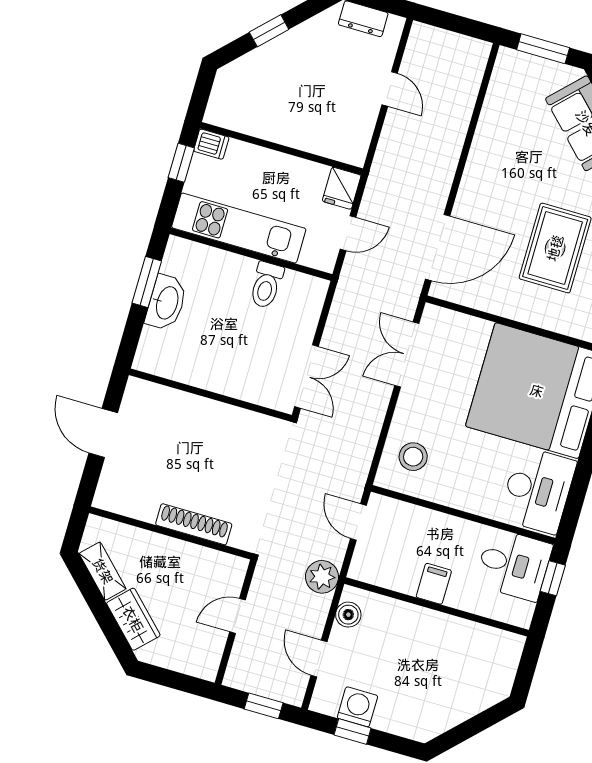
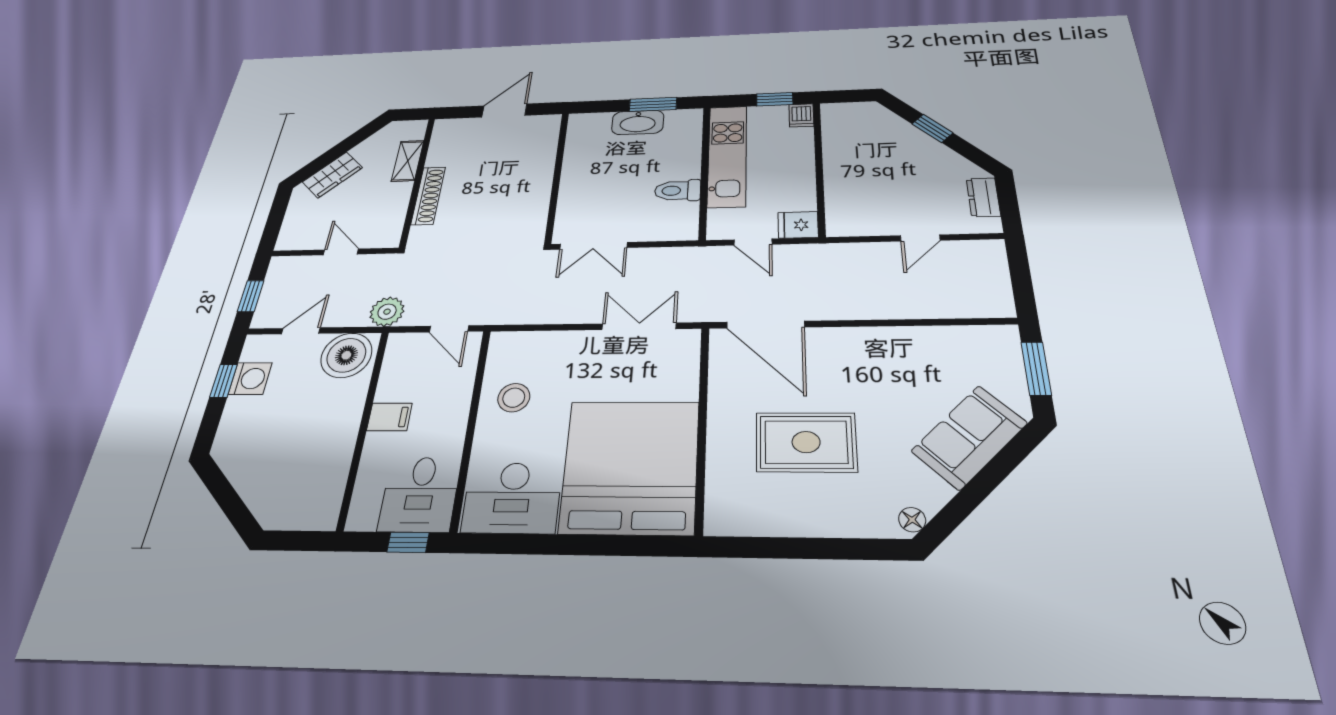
stool: (413, 457) -> (514, 398), moved
door: (358, 522) -> (449, 329), swing flipped
shelving: (103, 571) -> (408, 161), moved, turned -45
boiler: (348, 615) -> (346, 355), width x1.86, depth x1.86

